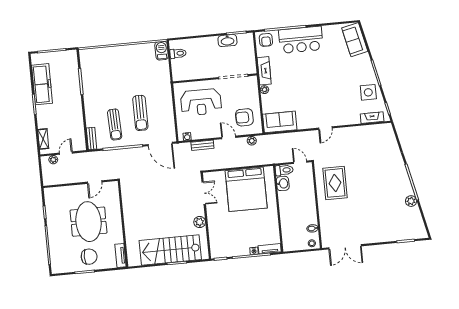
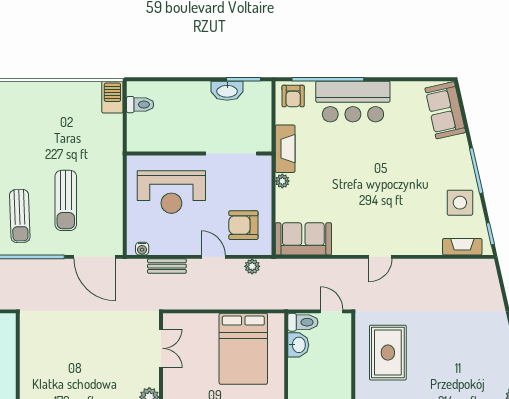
bed: (246, 189) -> (243, 349), width x0.73

